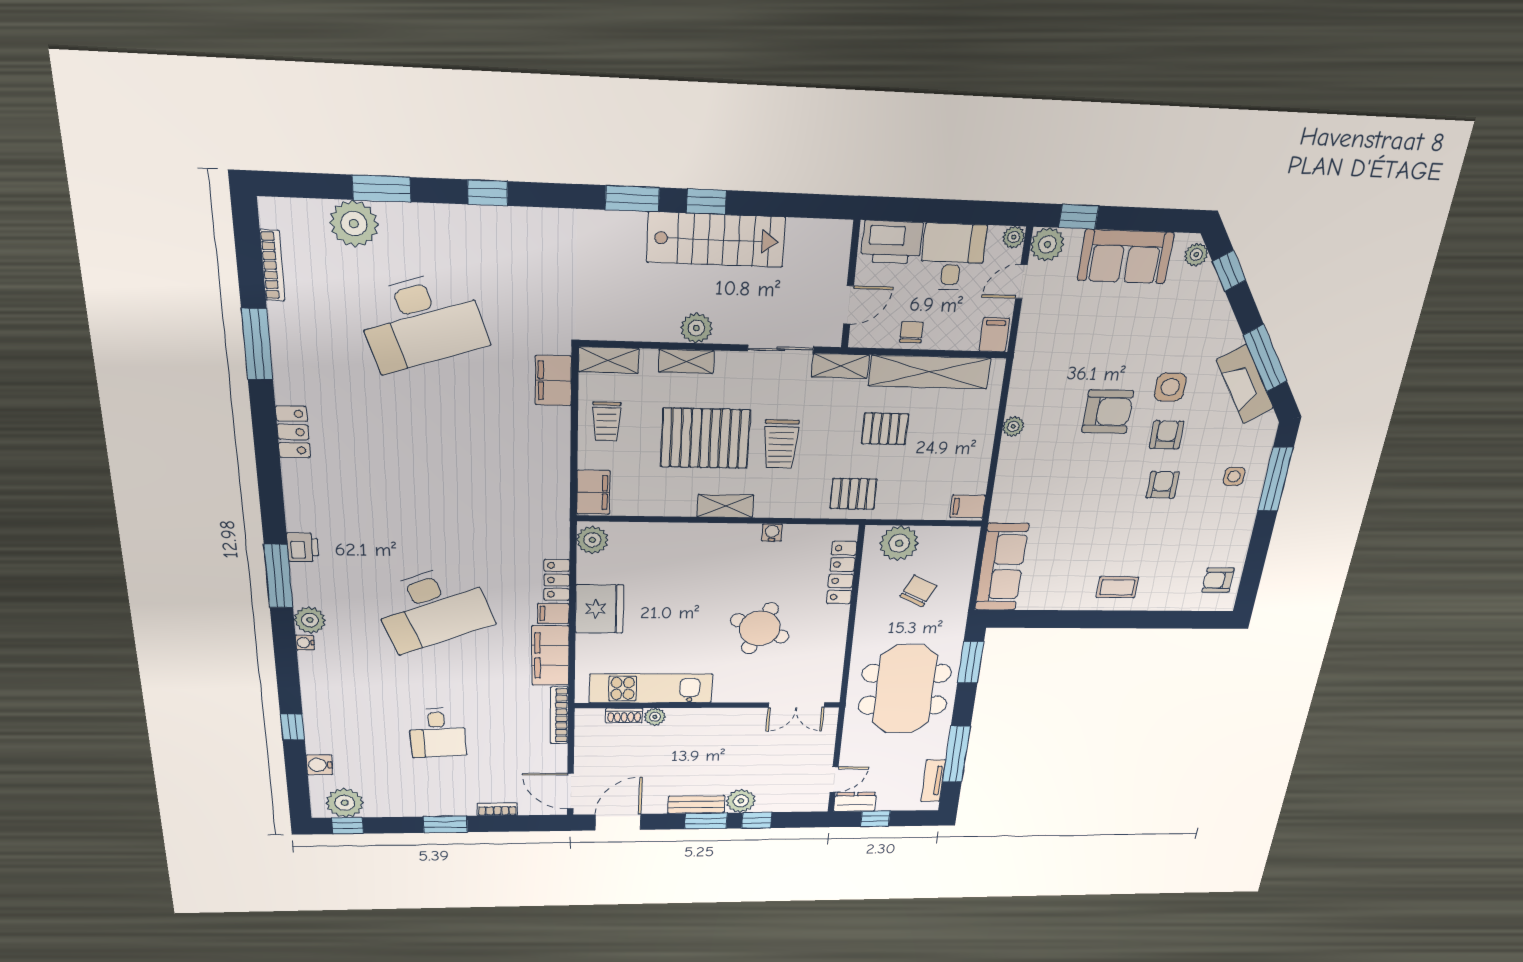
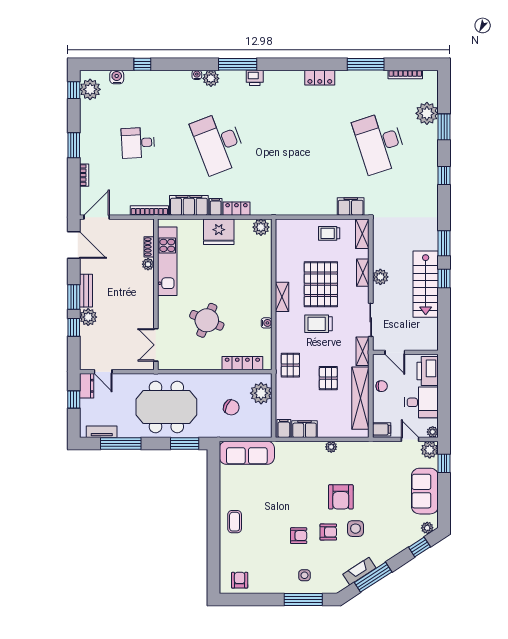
fireplace: (1245, 384) -> (359, 571), width x0.73, depth x0.76
filing cabinet: (593, 492) -> (305, 429), moved, turned 180

